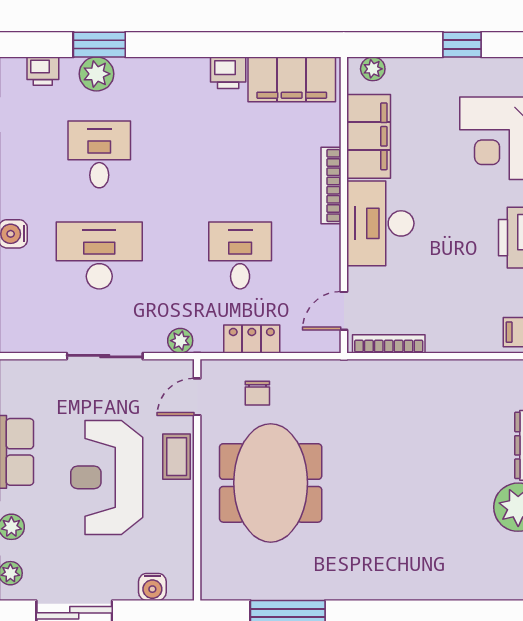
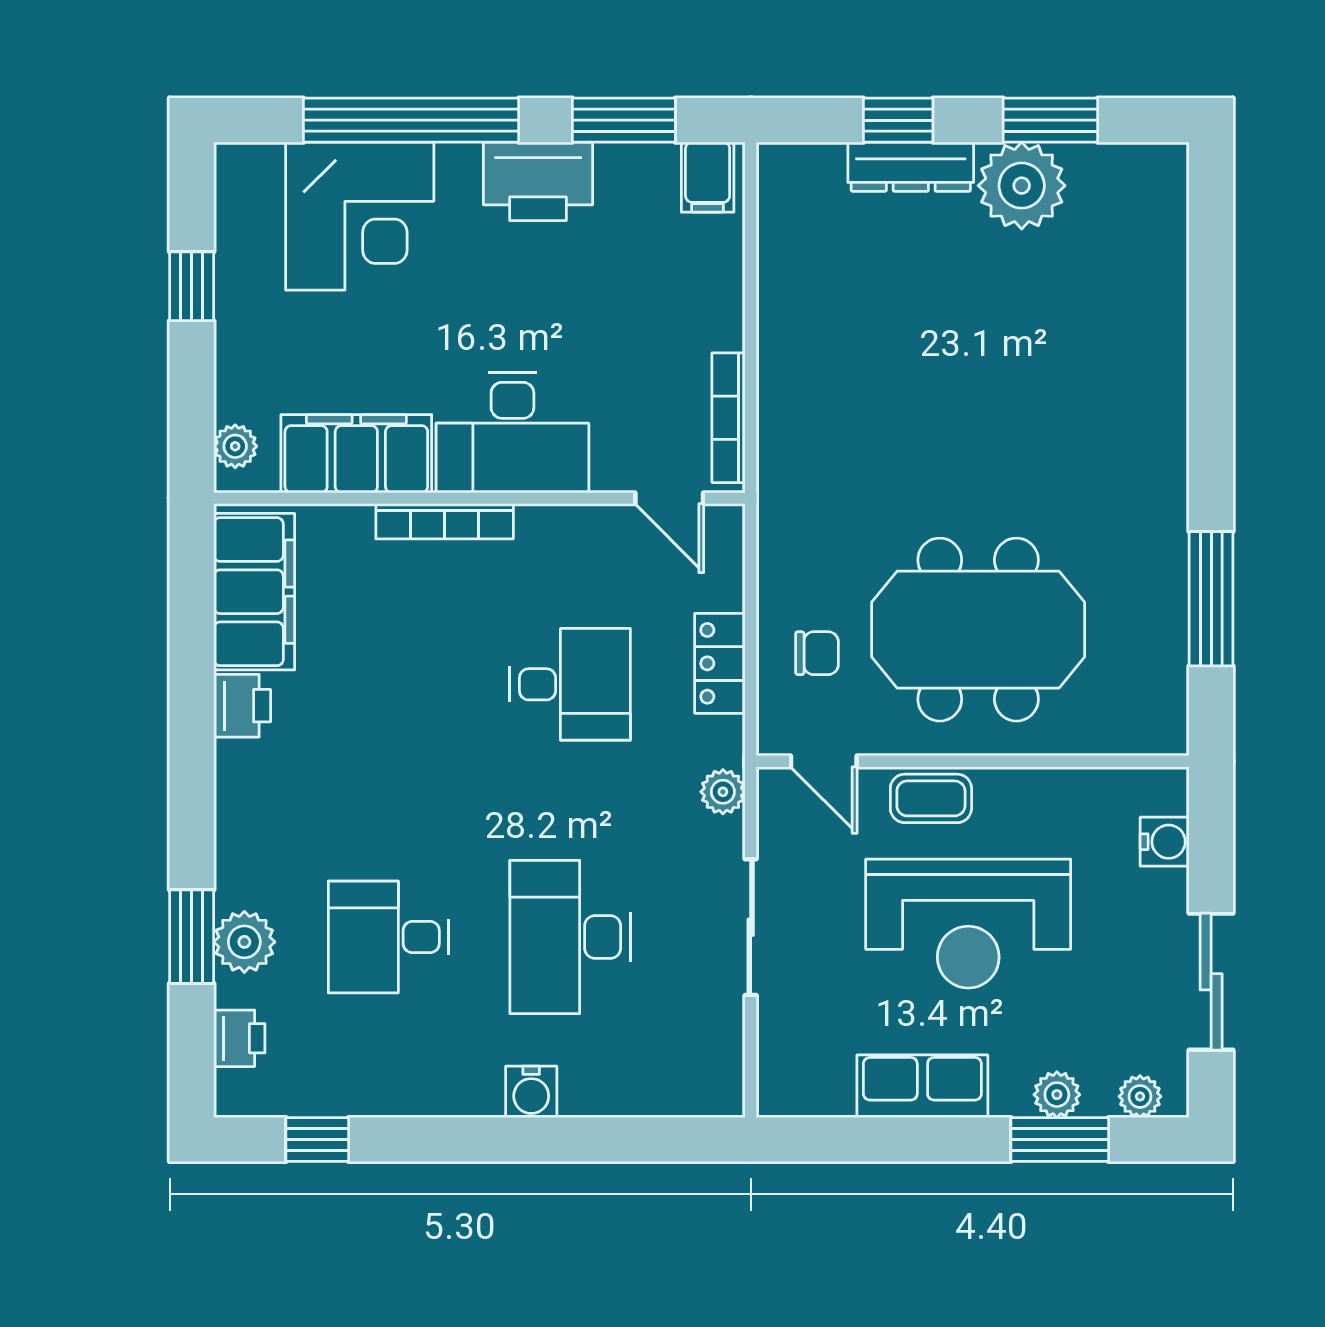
desk: (240, 256) -> (570, 684), turned 180

